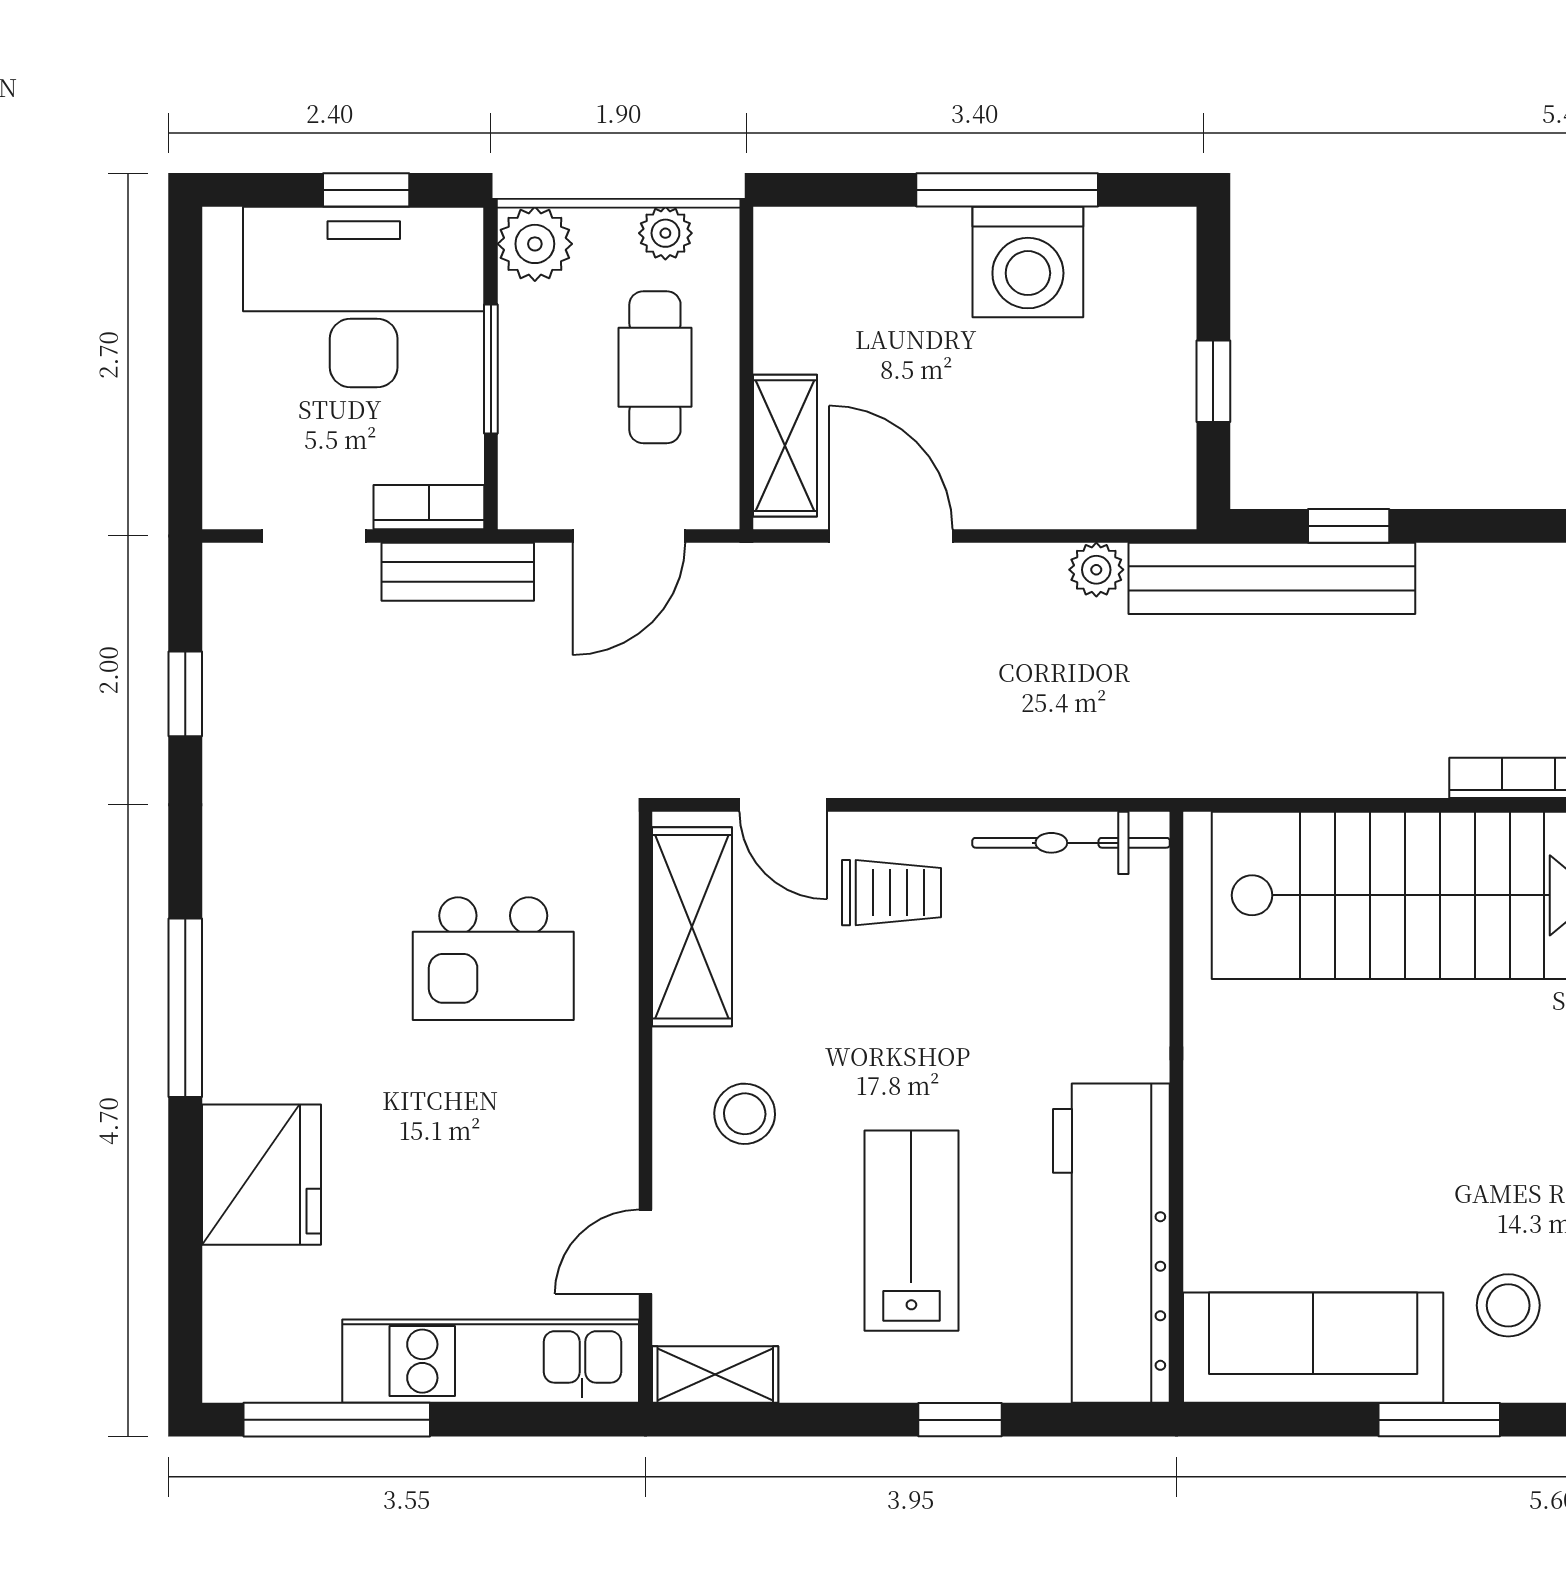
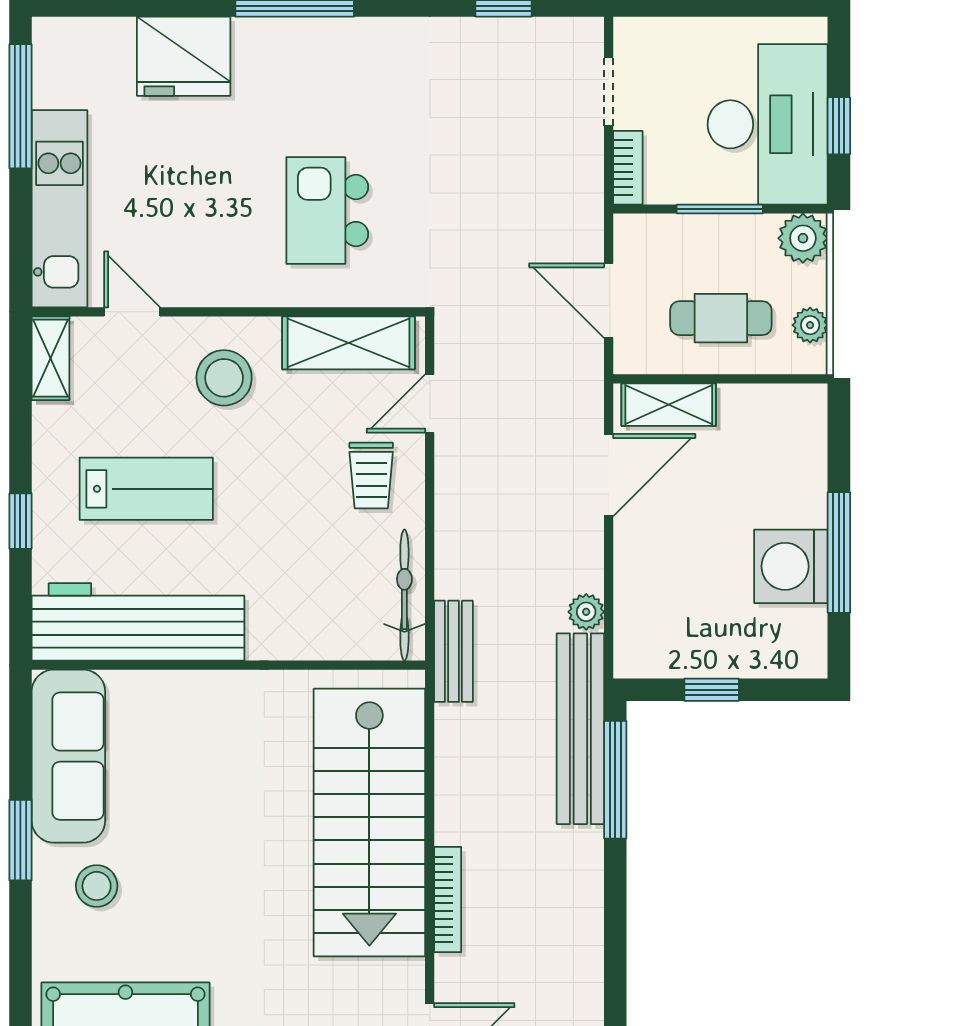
window: (1349, 526) -> (615, 780), width x2.17
bench: (458, 572) -> (453, 651), moved
stool: (745, 1114) -> (224, 378), width x1.38, depth x1.38

